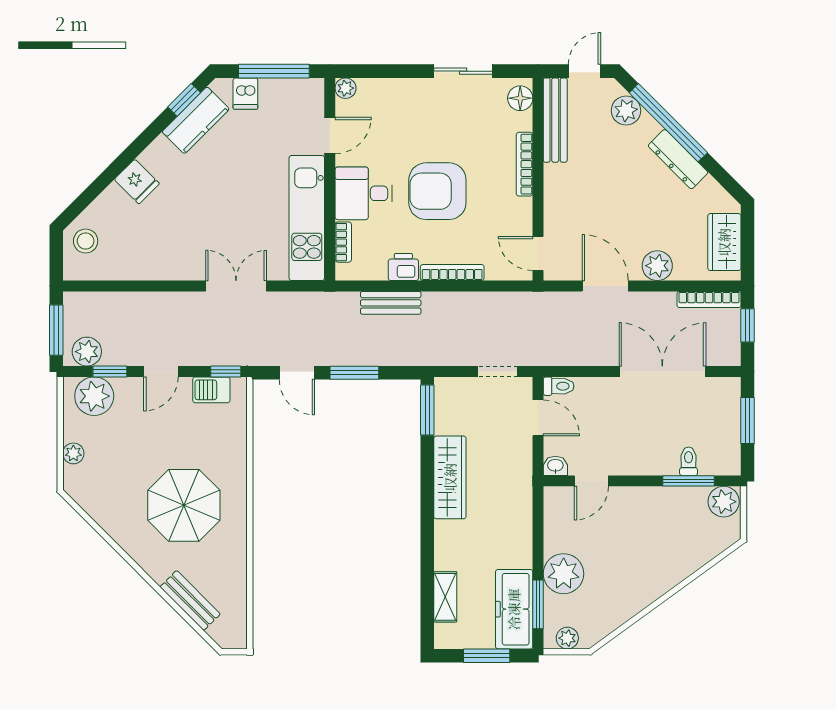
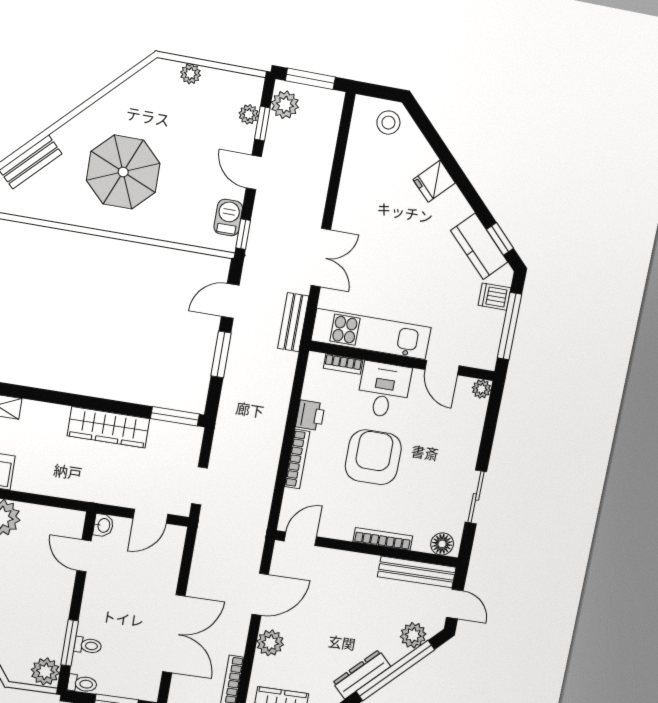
bench: (391, 303) -> (293, 322), moved
toilet: (559, 386) -> (82, 684), moved, turned -90
plant: (94, 396) -> (249, 114), width x0.53, depth x0.53

